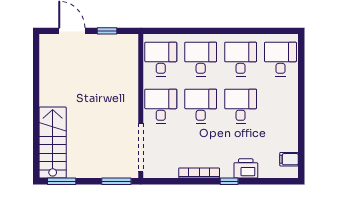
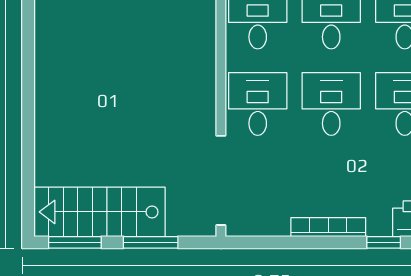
stairs: (53, 143) -> (99, 212), moved, turned -90
window: (116, 181) -> (151, 242), moved

